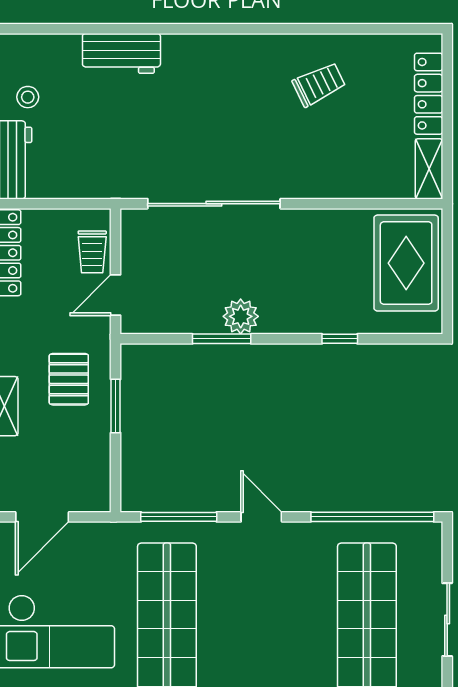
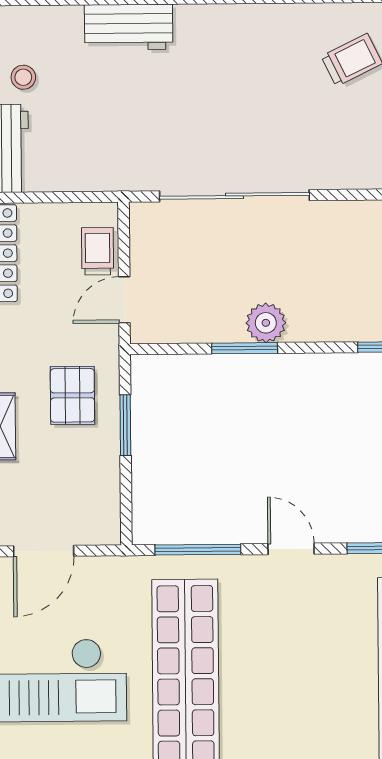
trolley: (92, 252) -> (98, 251), turned 180

